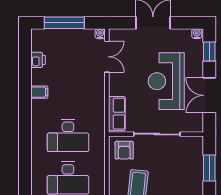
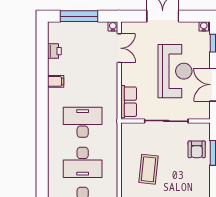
reception desk: (166, 81) -> (175, 71), turned 180
desk: (68, 136) -> (83, 122), turned 180
armchair: (124, 150) -> (197, 149), moved

